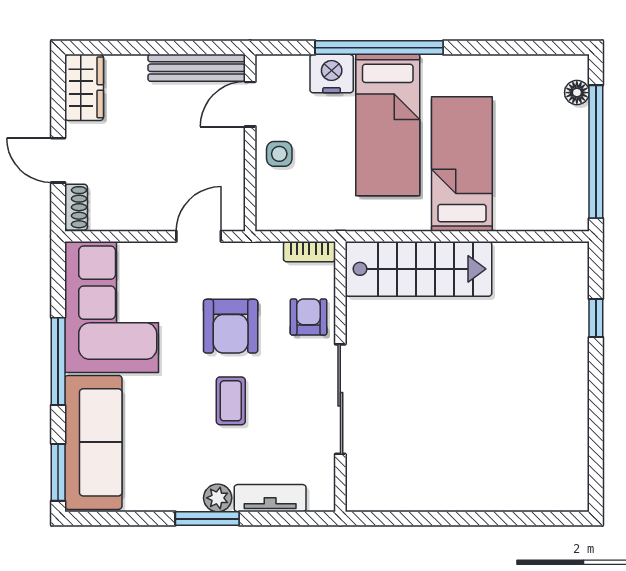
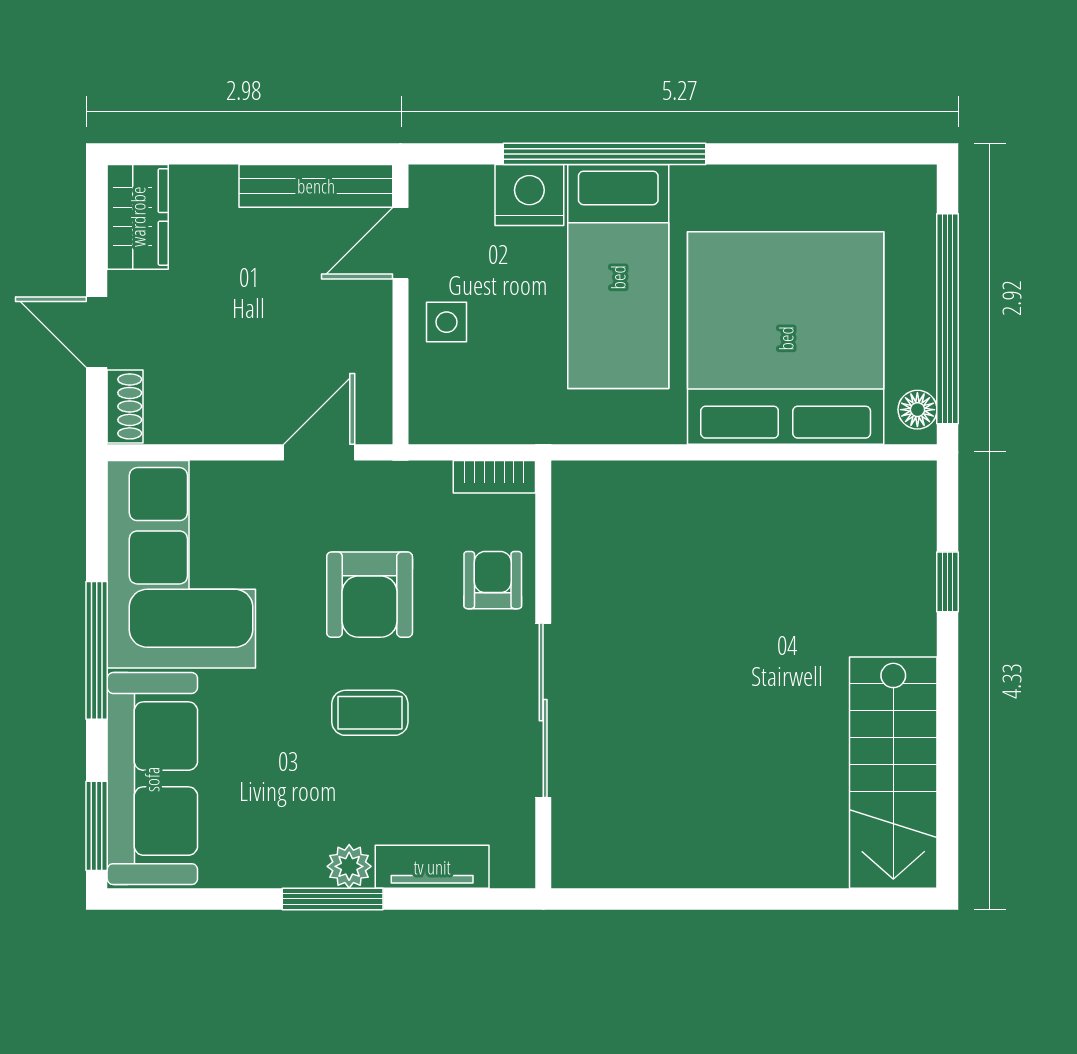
floor lamp: (577, 93) -> (917, 410), moved
bed: (462, 164) -> (786, 338), width x2.04
stairs: (418, 269) -> (893, 773), moved, turned 90
coffee table: (231, 401) -> (370, 713), turned 90

